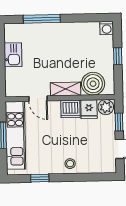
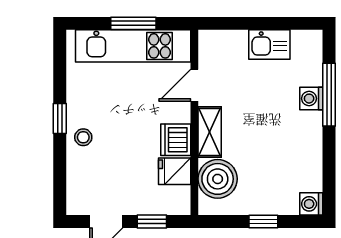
washing machine: (44, 29) -> (311, 99), added
plant: (106, 107) -> (178, 200), removed
window: (40, 178) -> (60, 118), moved

